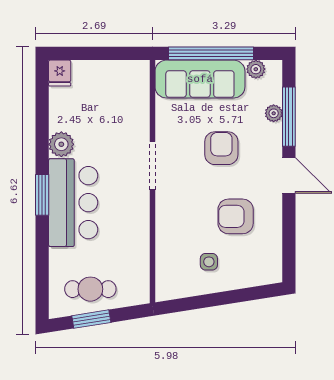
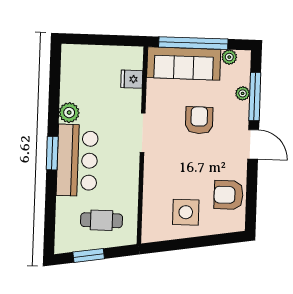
fridge: (60, 73) -> (132, 79), moved, turned 90
armchair: (236, 216) -> (229, 195), moved
side table: (209, 262) -> (186, 212), width x1.87, depth x1.87
cafe table: (90, 289) -> (102, 220), moved

